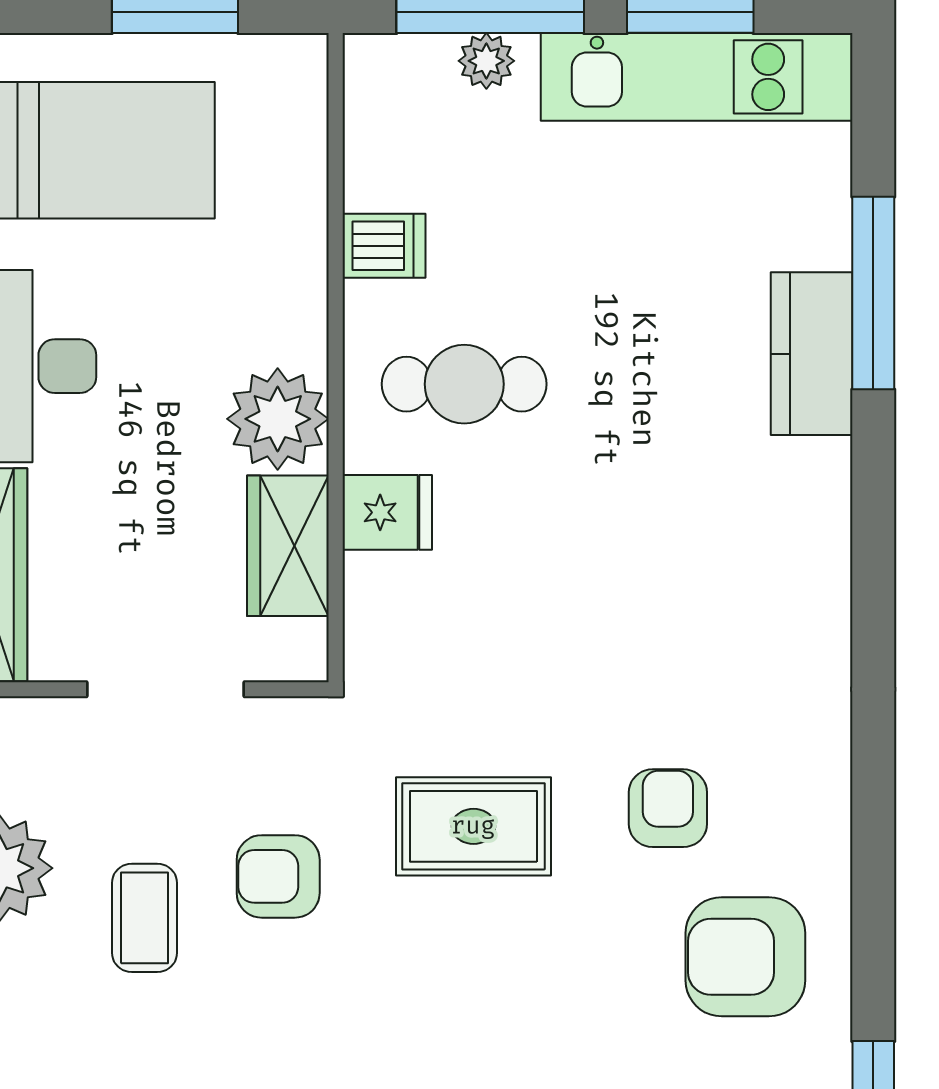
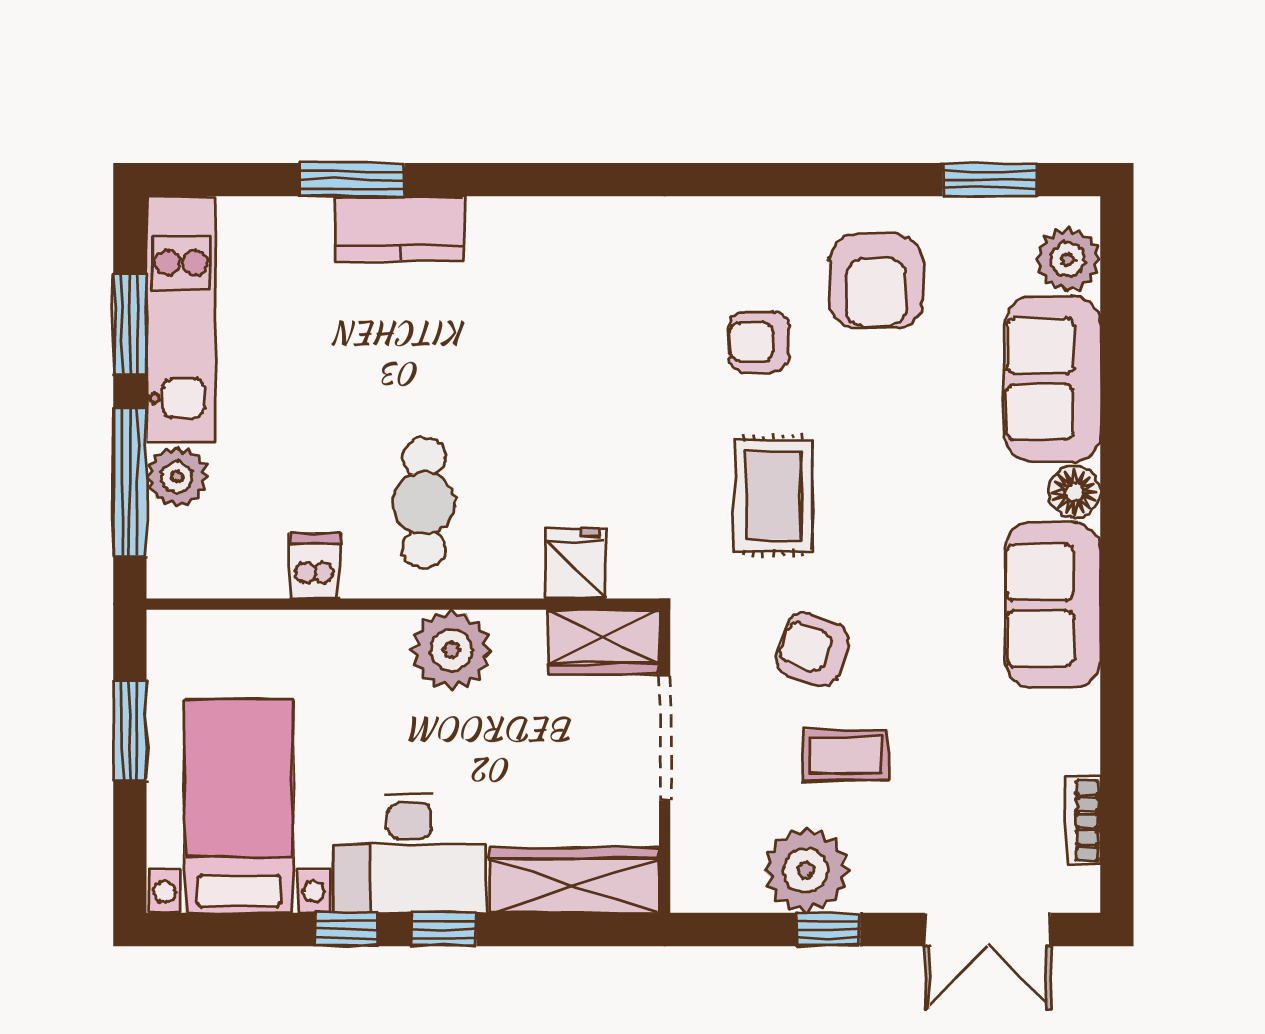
plant: (486, 61) -> (177, 477), width x1.38, depth x1.38
window: (873, 293) -> (352, 180), width x0.69
fridge: (387, 512) -> (575, 563), moved
wardrobe: (288, 546) -> (604, 642), moved
armchair: (278, 876) -> (813, 650), turned 111

